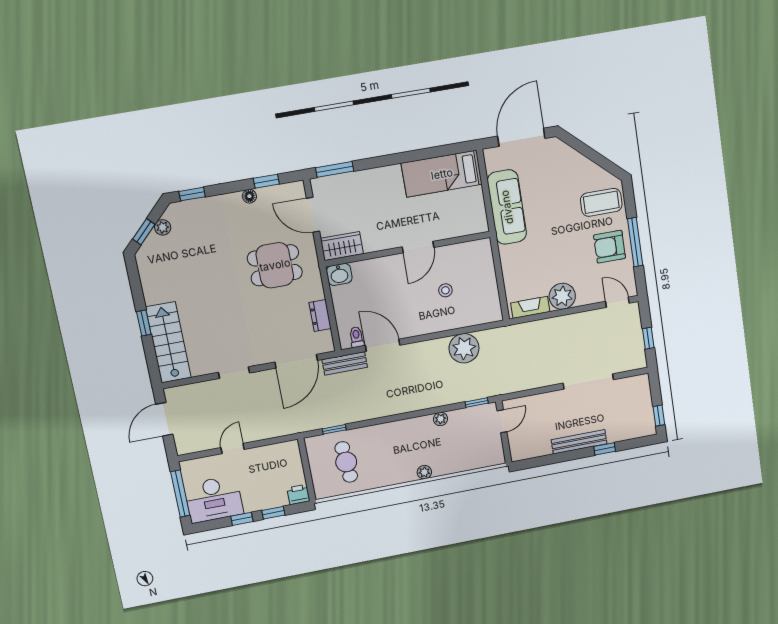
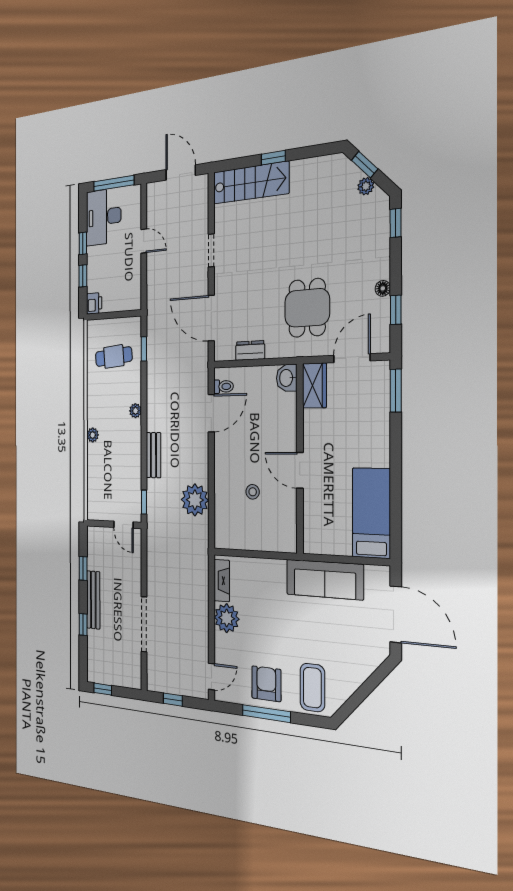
bench: (345, 363) -> (153, 455), moved
plant: (441, 419) -> (135, 411), moved
window: (552, 459) -> (83, 568), added

